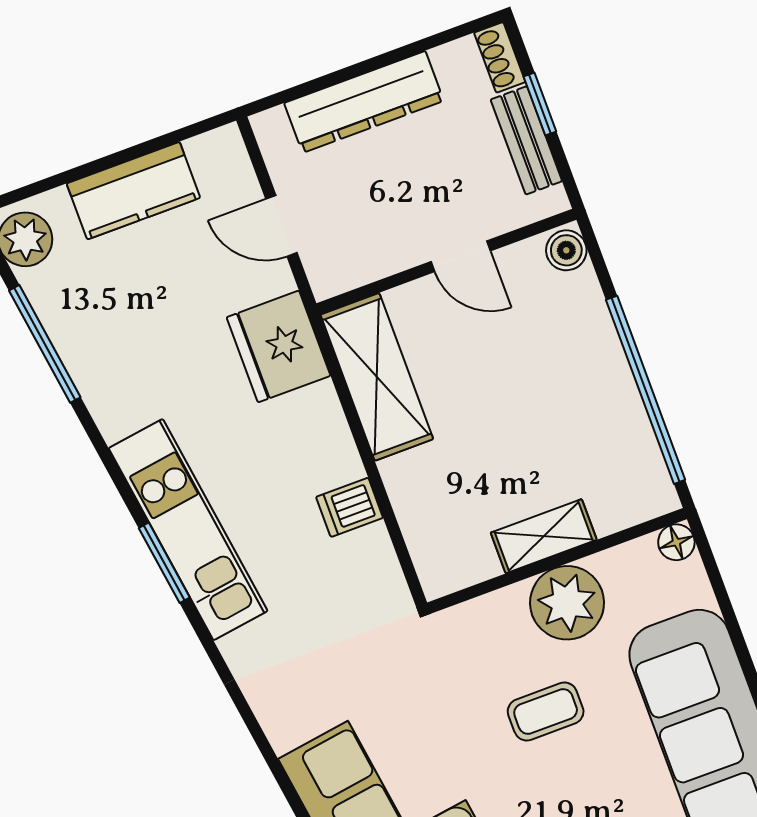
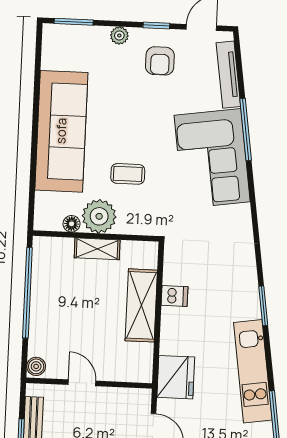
shelving: (377, 377) -> (141, 305), moved
kitchen unit: (188, 530) -> (253, 371), moved
floor lamp: (676, 542) -> (72, 224), moved

